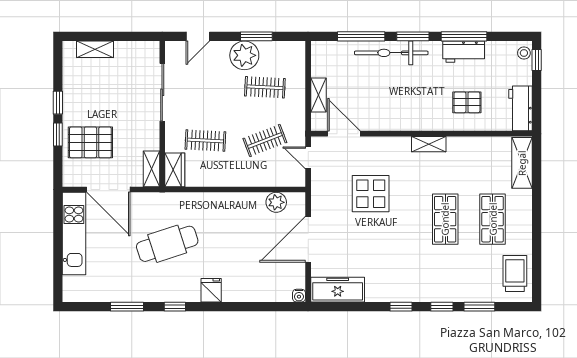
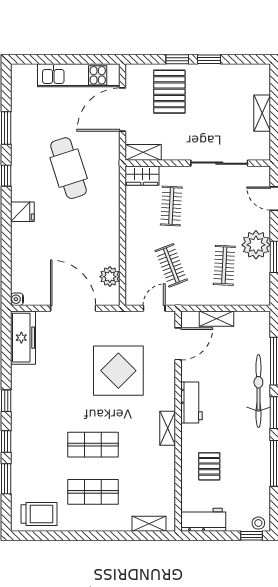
shelving: (95, 49) -> (262, 113), moved
workbench: (464, 52) -> (191, 403), moved, turned 180
shelving: (522, 163) -> (149, 524), width x0.67, depth x0.75
display table: (371, 194) -> (118, 371), width x1.36, depth x1.36

